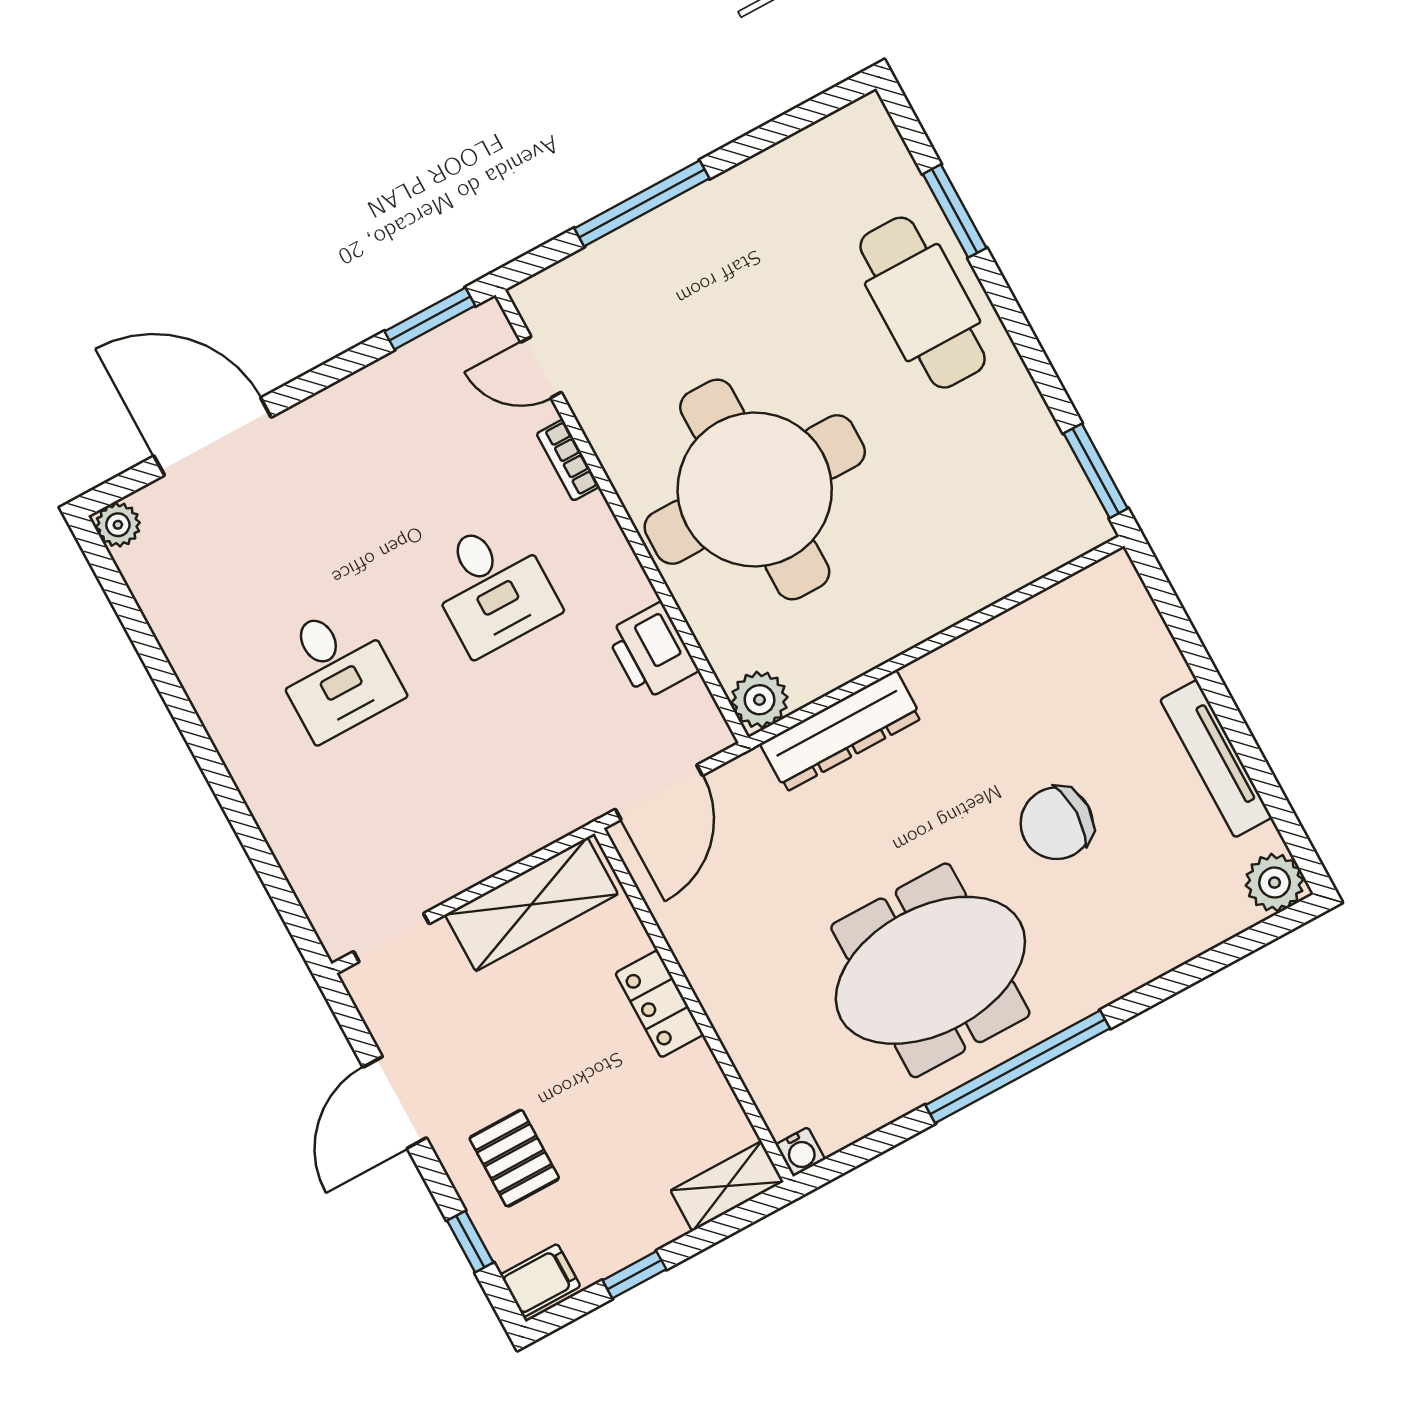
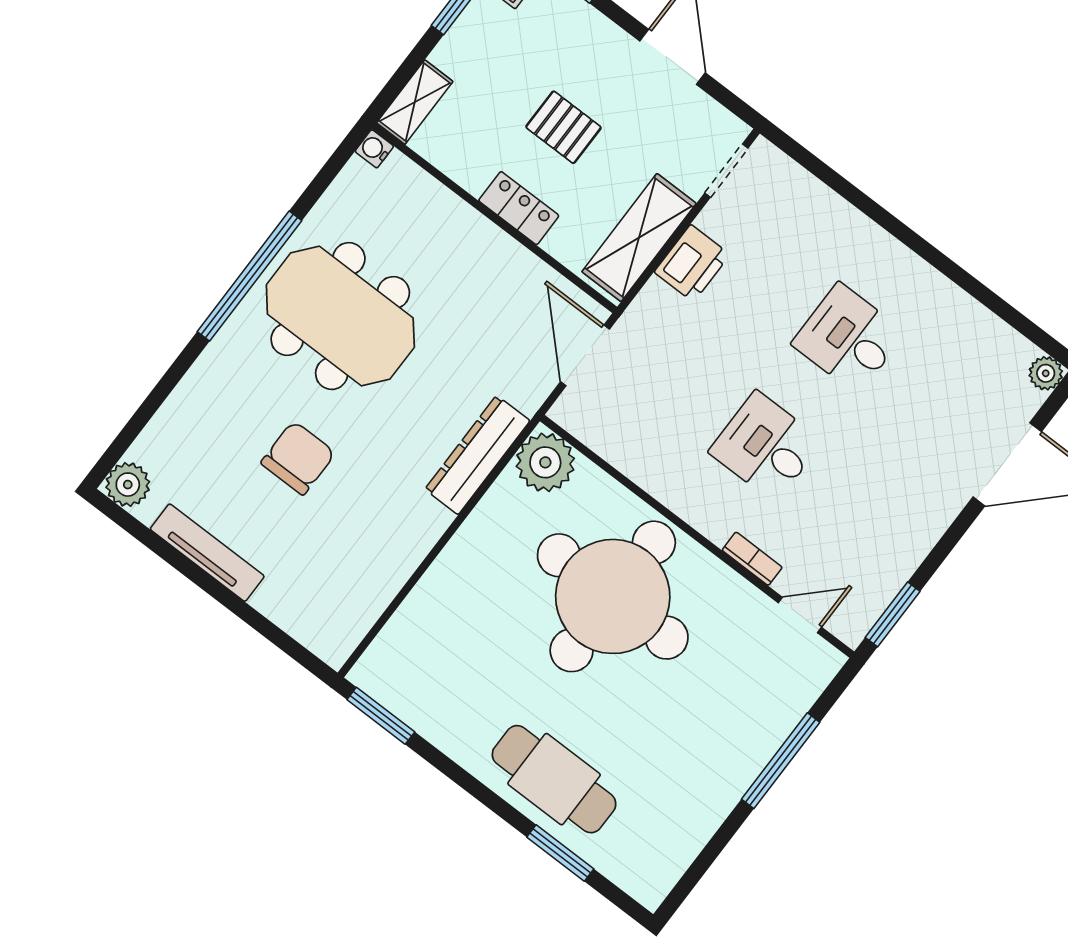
printer: (652, 651) -> (692, 263), moved, turned 90
plant: (759, 700) -> (545, 462), width x1.36, depth x1.36
meeting table: (930, 970) -> (340, 316), turned 90
pallet: (514, 1158) -> (563, 127), moved

